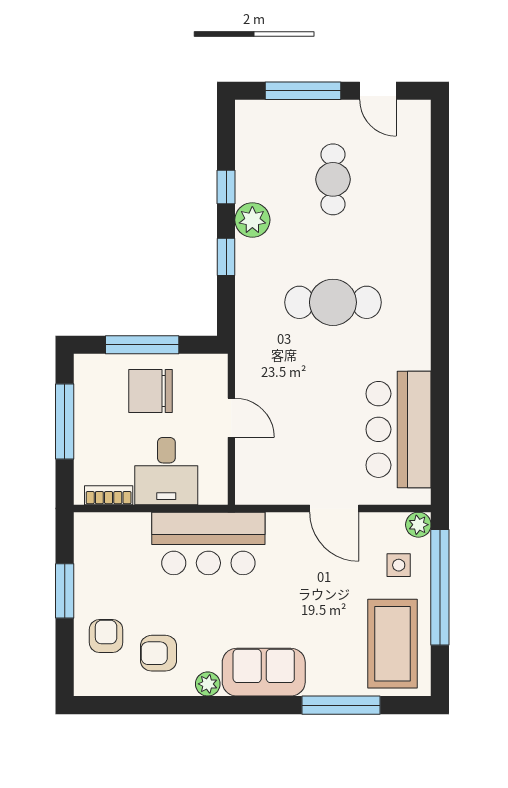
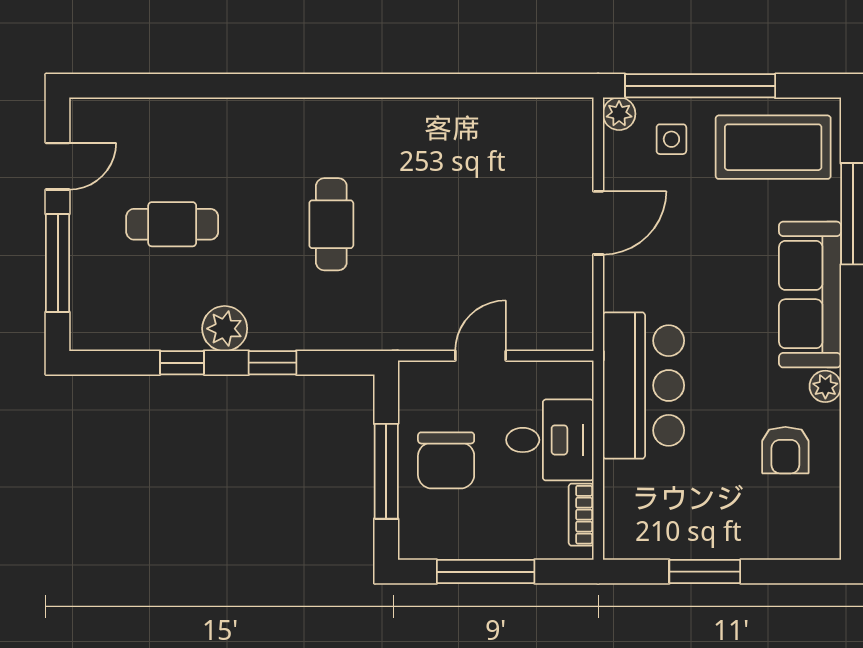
cafe table: (333, 302) -> (331, 224), width x0.73, depth x0.74
bar counter: (399, 429) -> (496, 139), removed
armchair: (106, 636) -> (763, 518), removed
sofa: (264, 672) -> (810, 295), width x1.36

